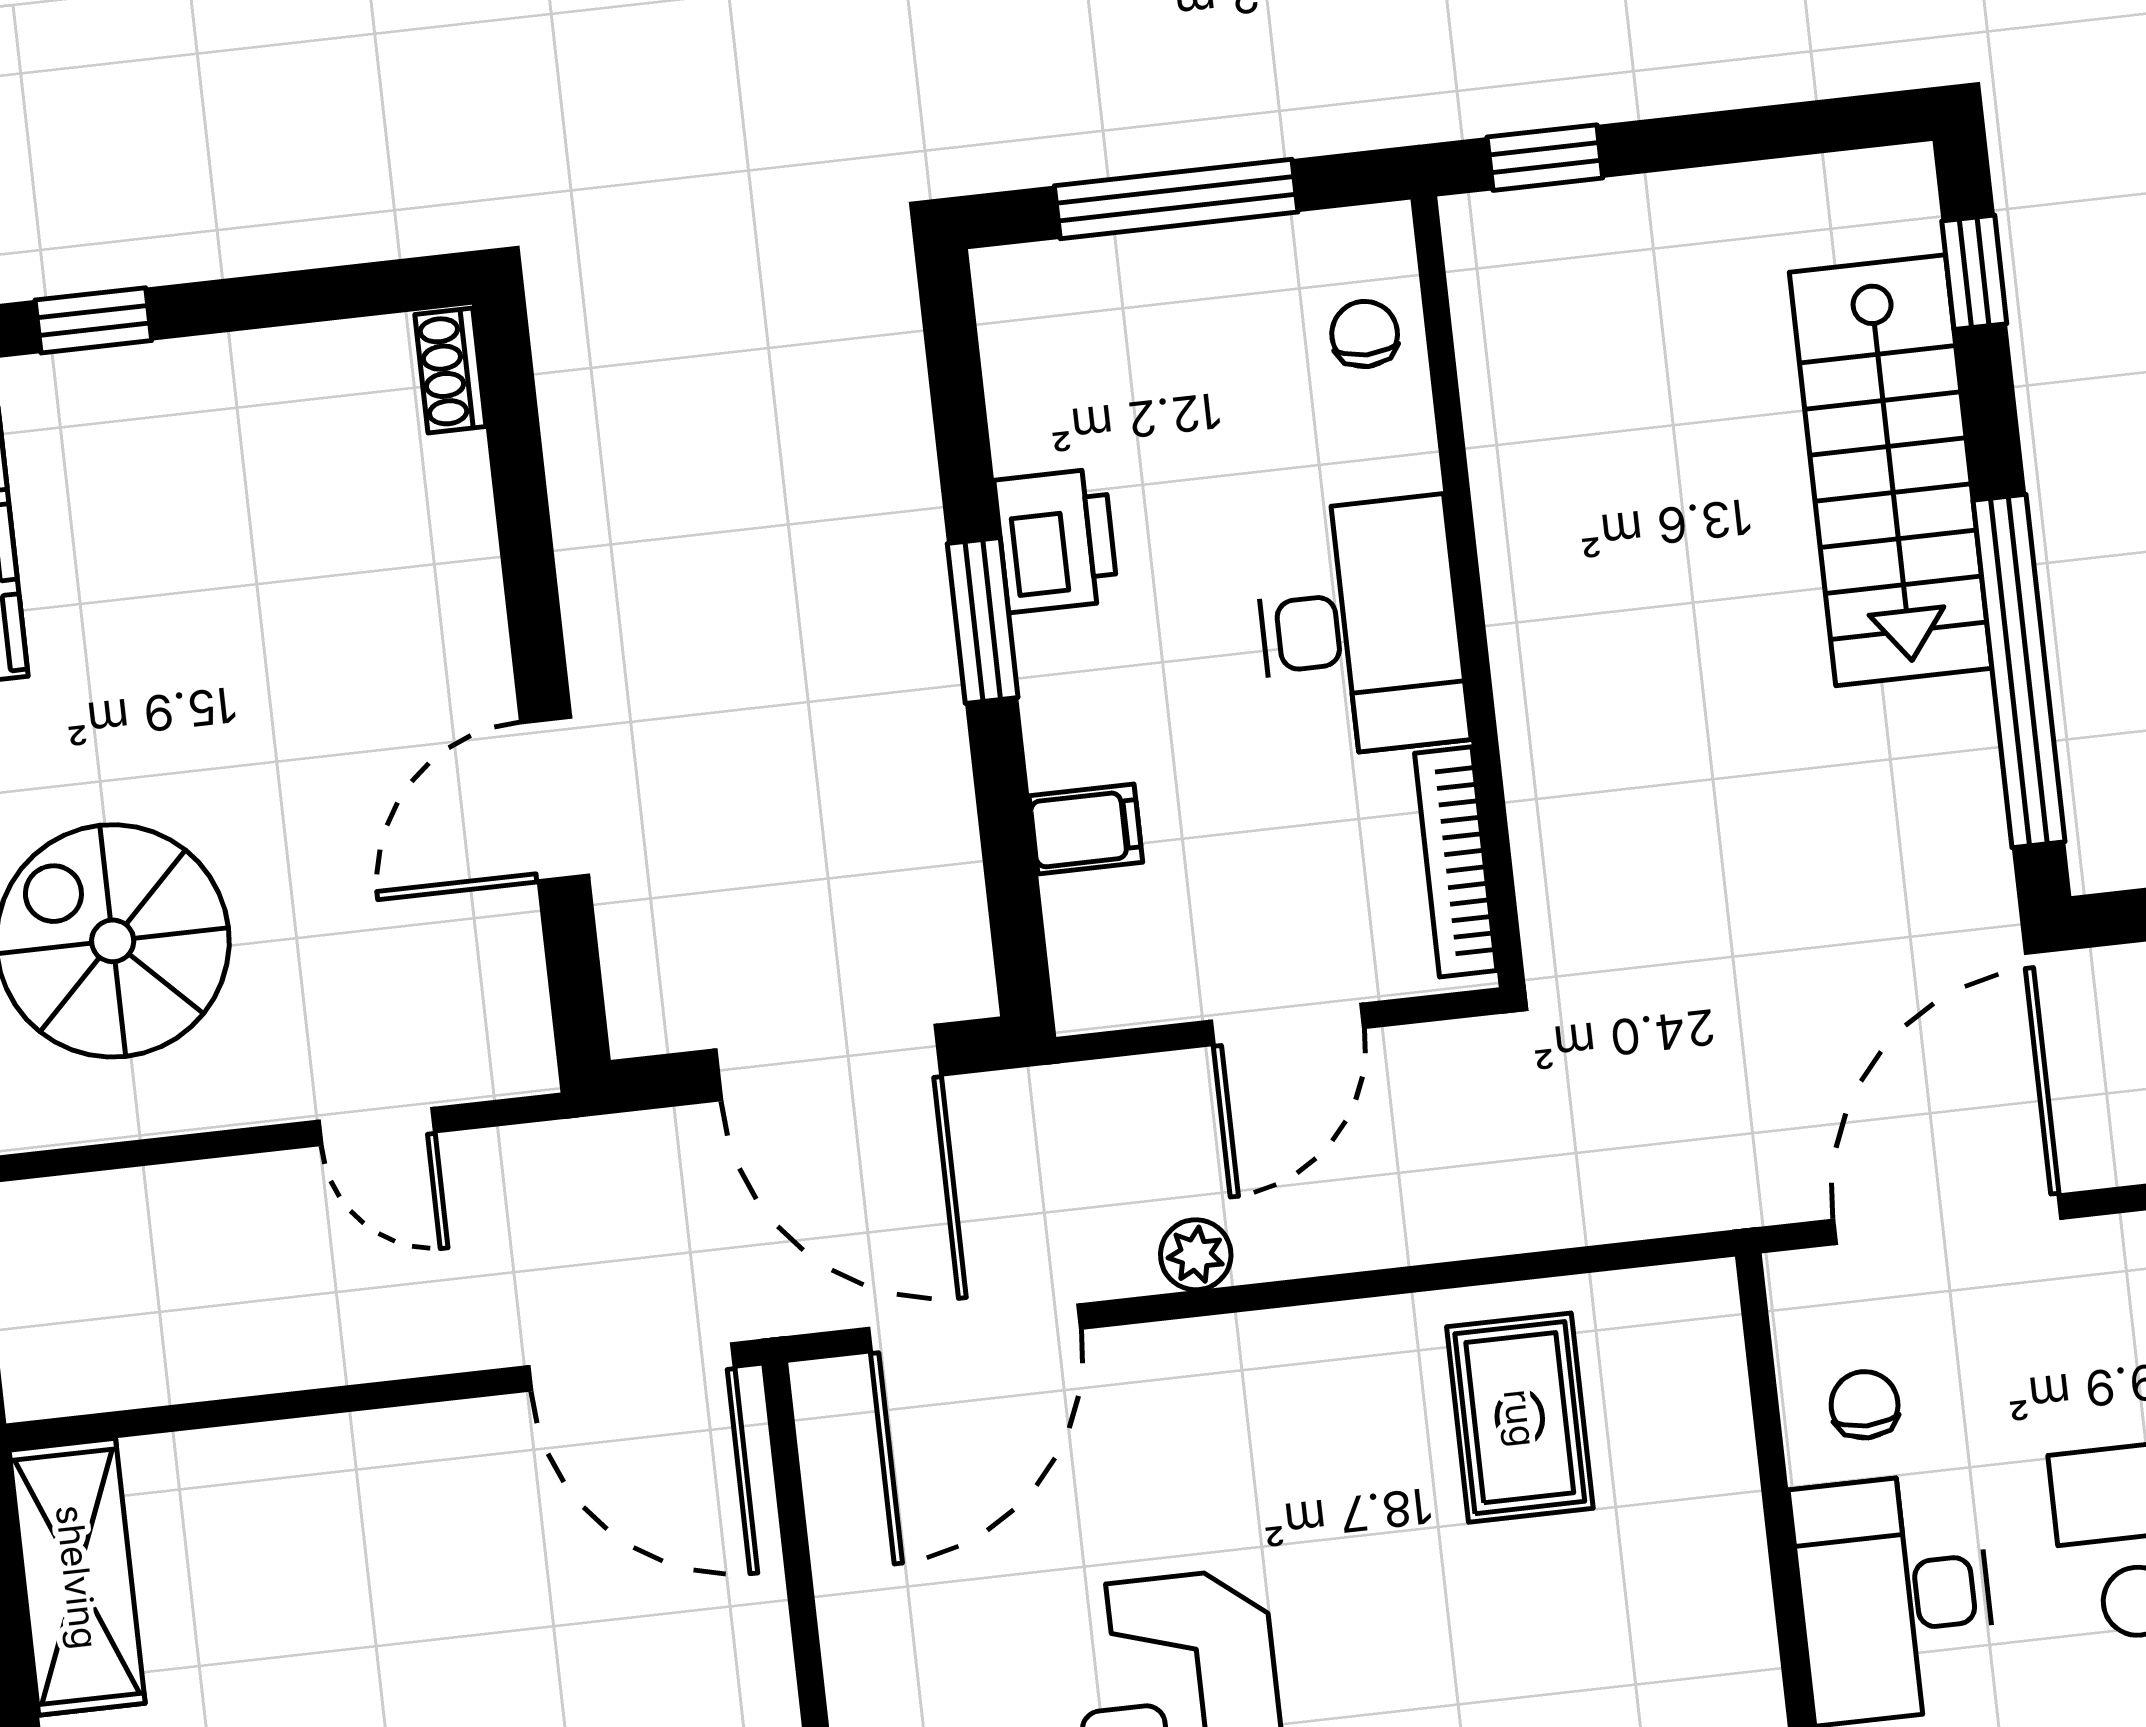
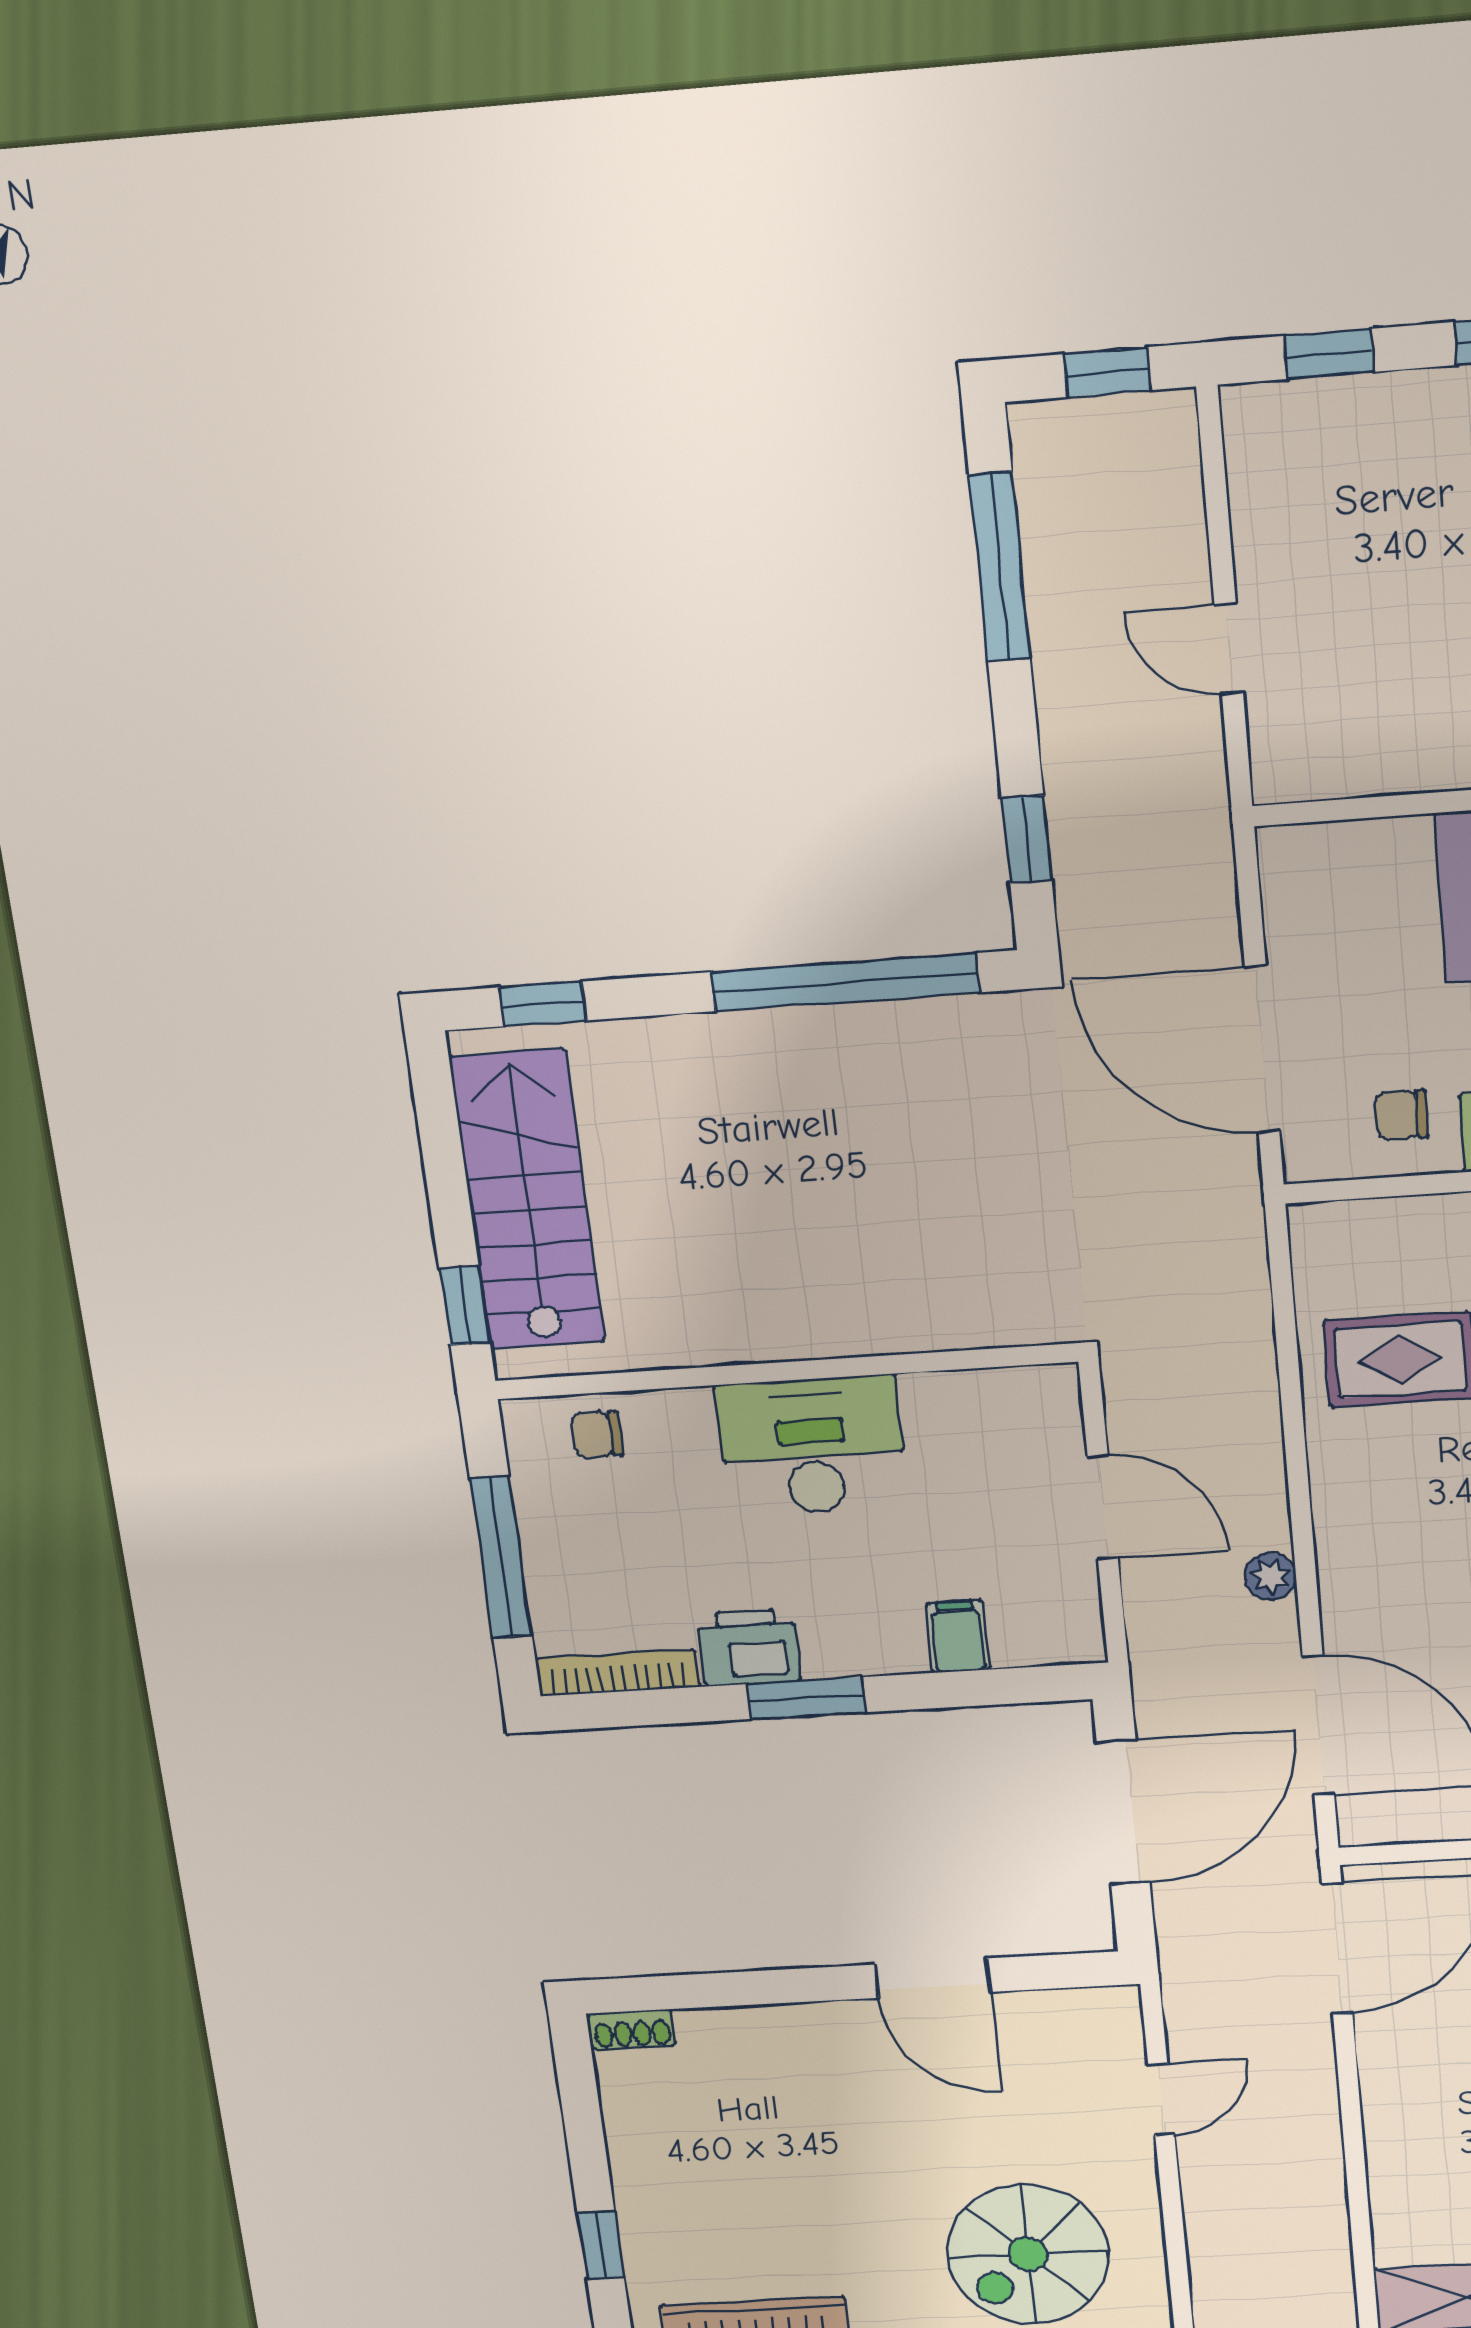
stairs: (1891, 470) -> (527, 1200), moved, turned -90
bookcase: (1456, 862) -> (618, 1673), moved, turned 180

